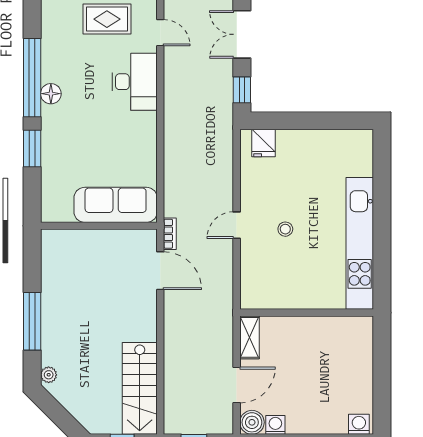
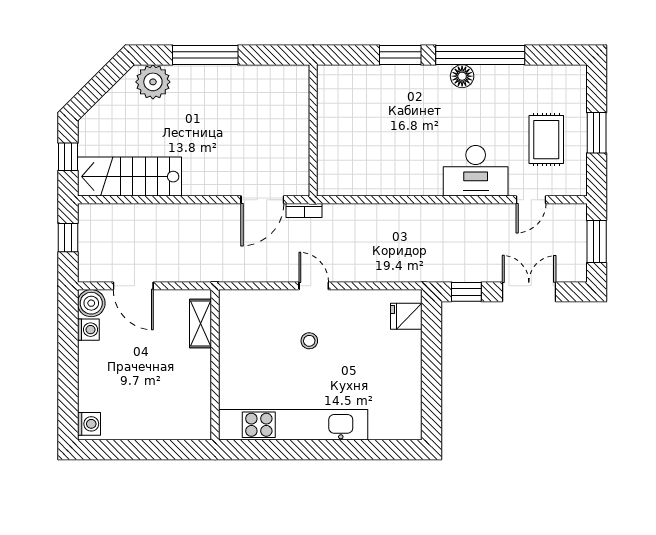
sofa: (116, 205) -> (337, 149), removed
shelving: (249, 337) -> (201, 323), moved, turned 90
plant: (49, 375) -> (153, 82), width x1.88, depth x1.88

